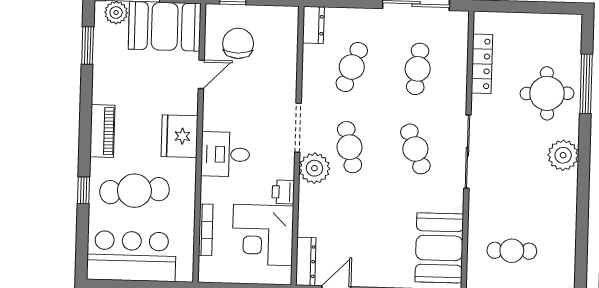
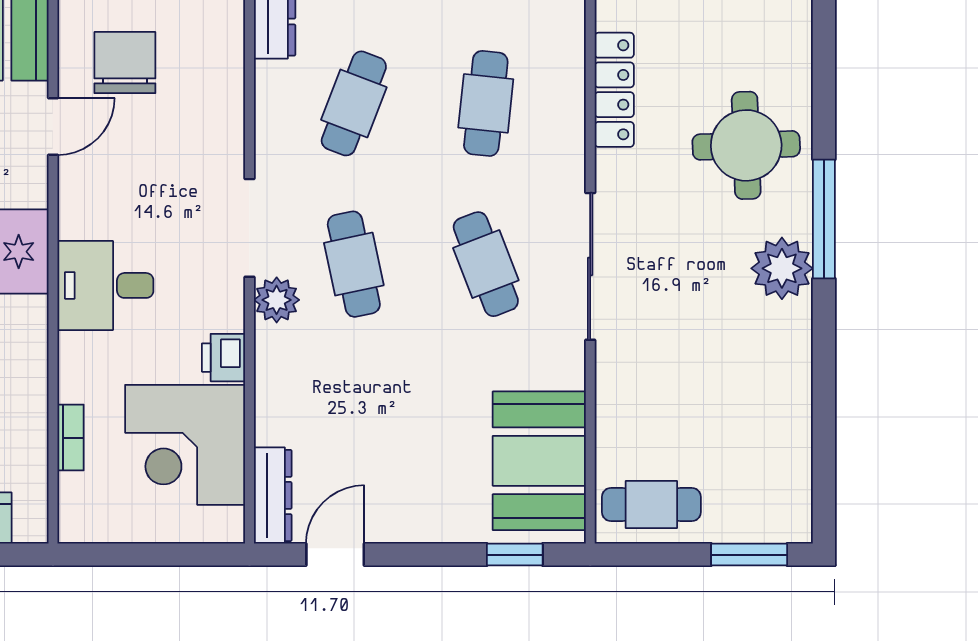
window: (586, 84) -> (824, 219), moved
plant: (314, 168) -> (277, 300), width x0.73, depth x0.73
bookcase: (206, 230) -> (70, 438), width x0.64
cafe table: (512, 251) -> (651, 505), moved

